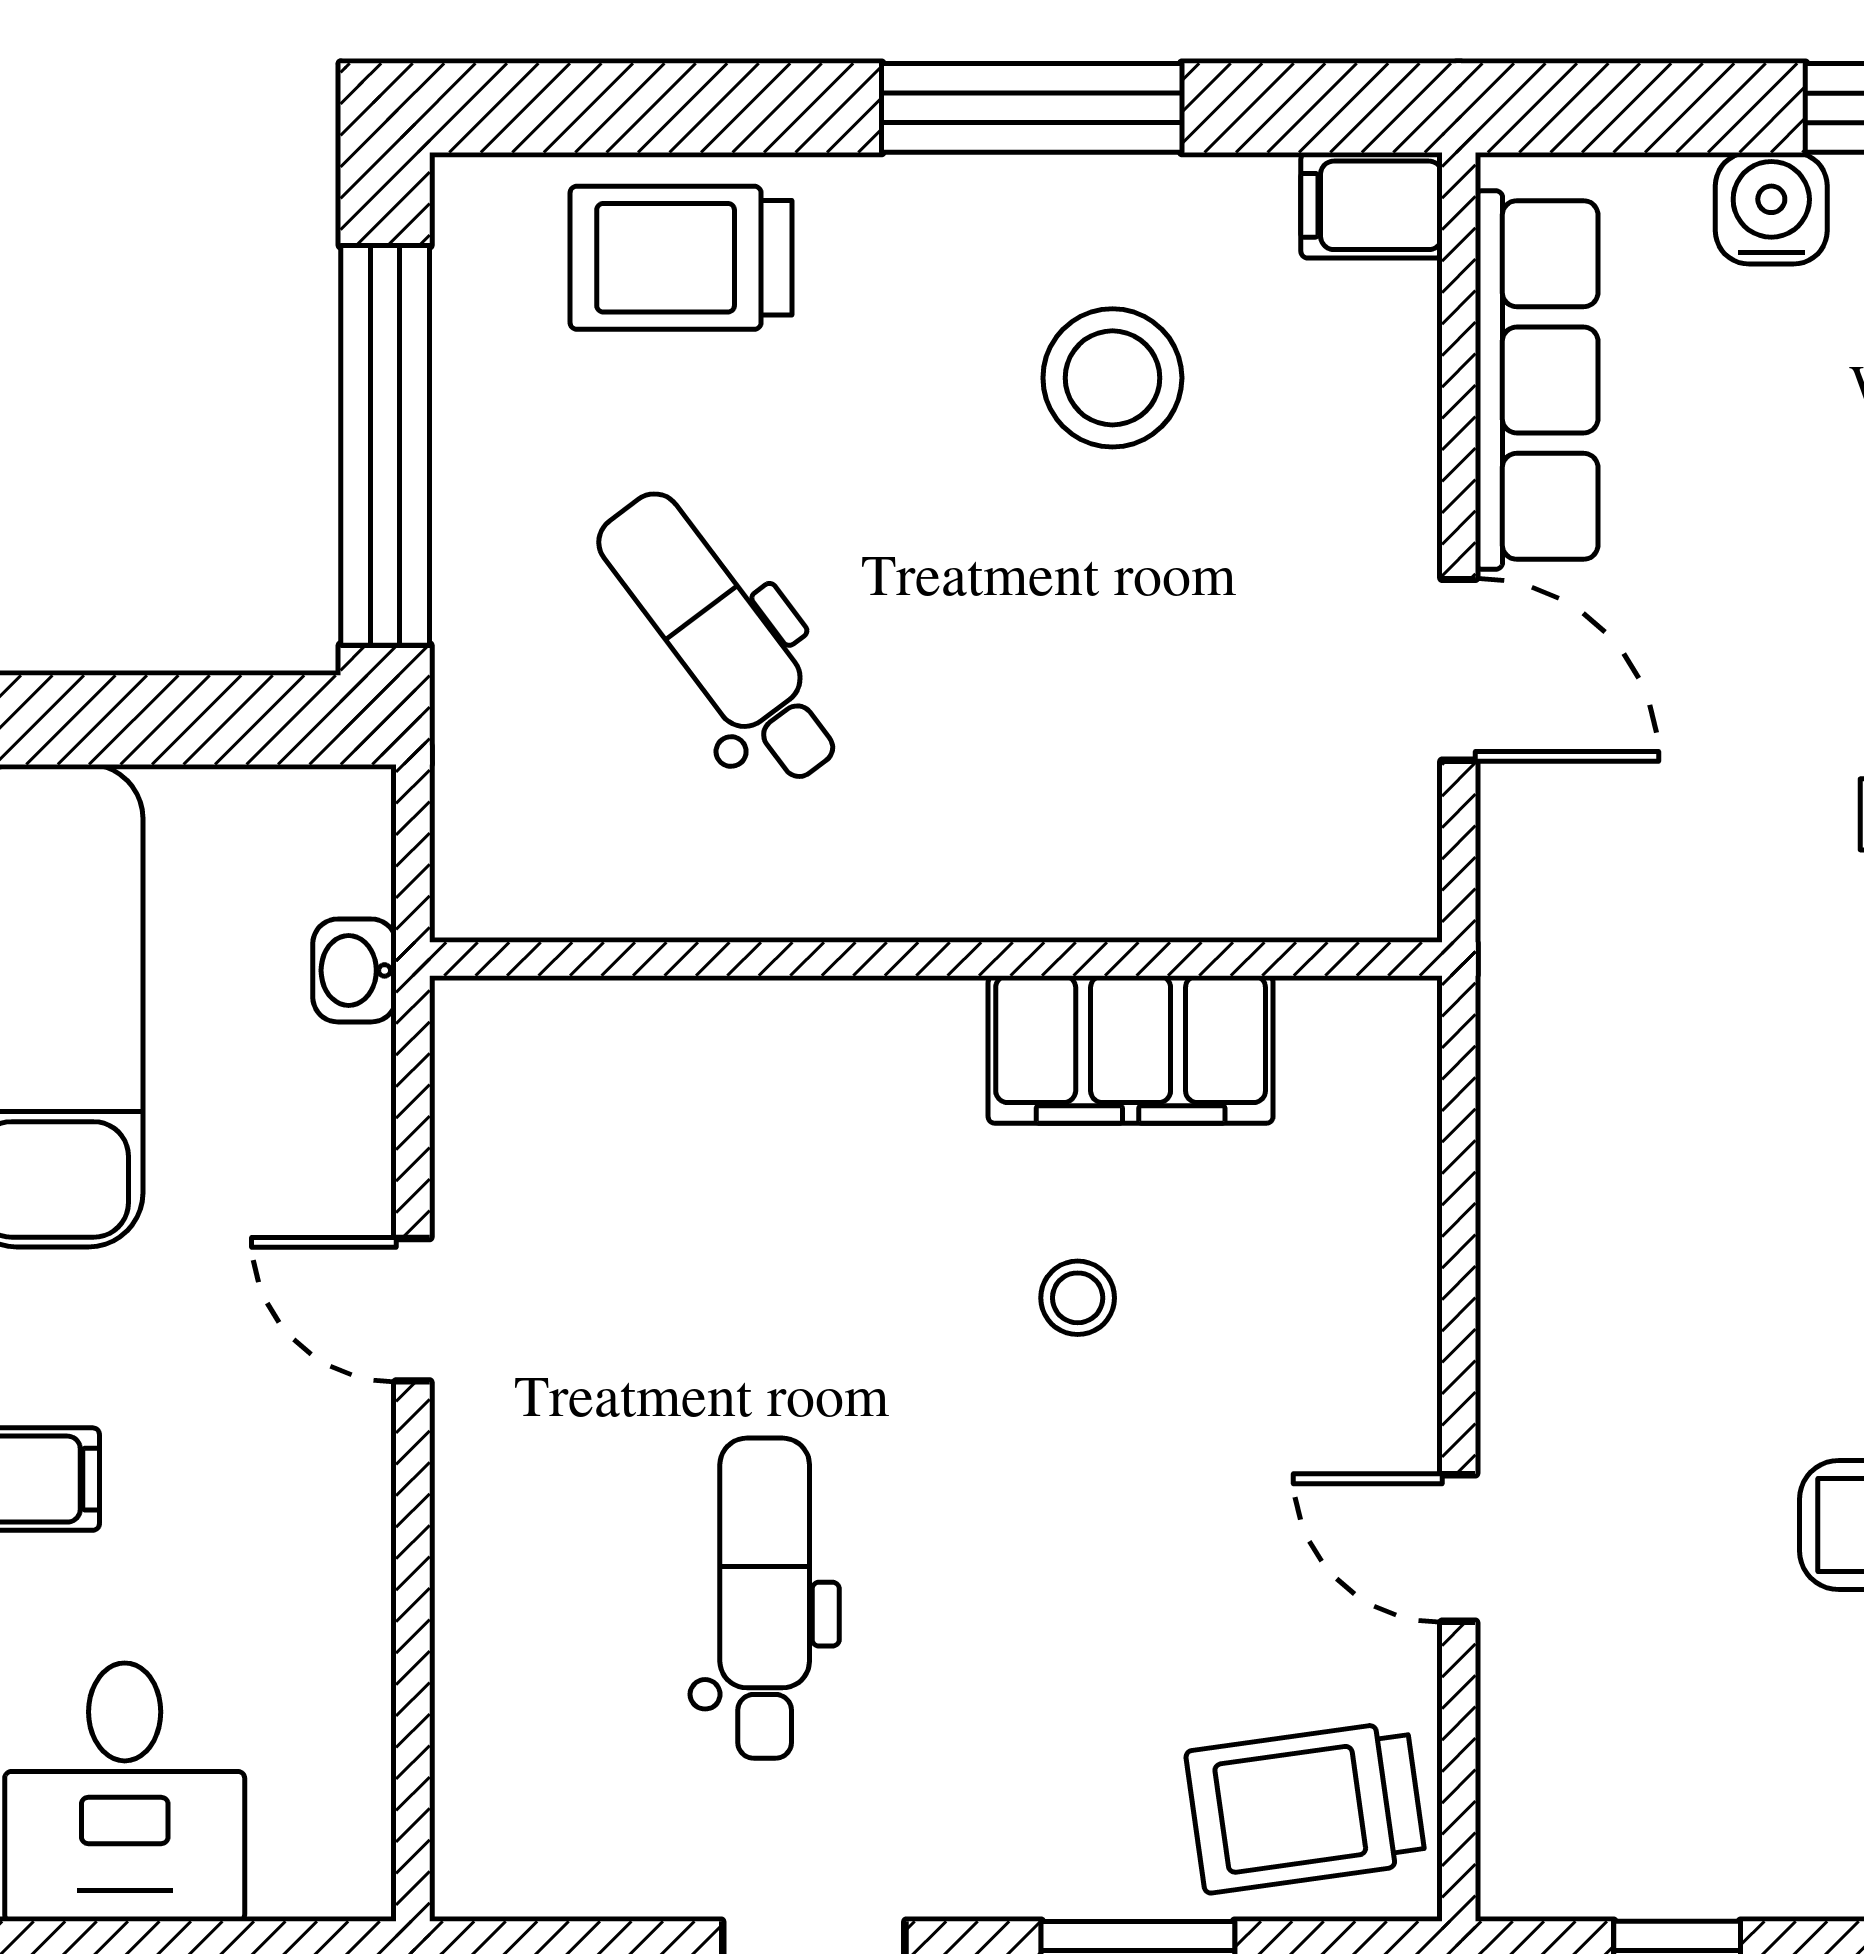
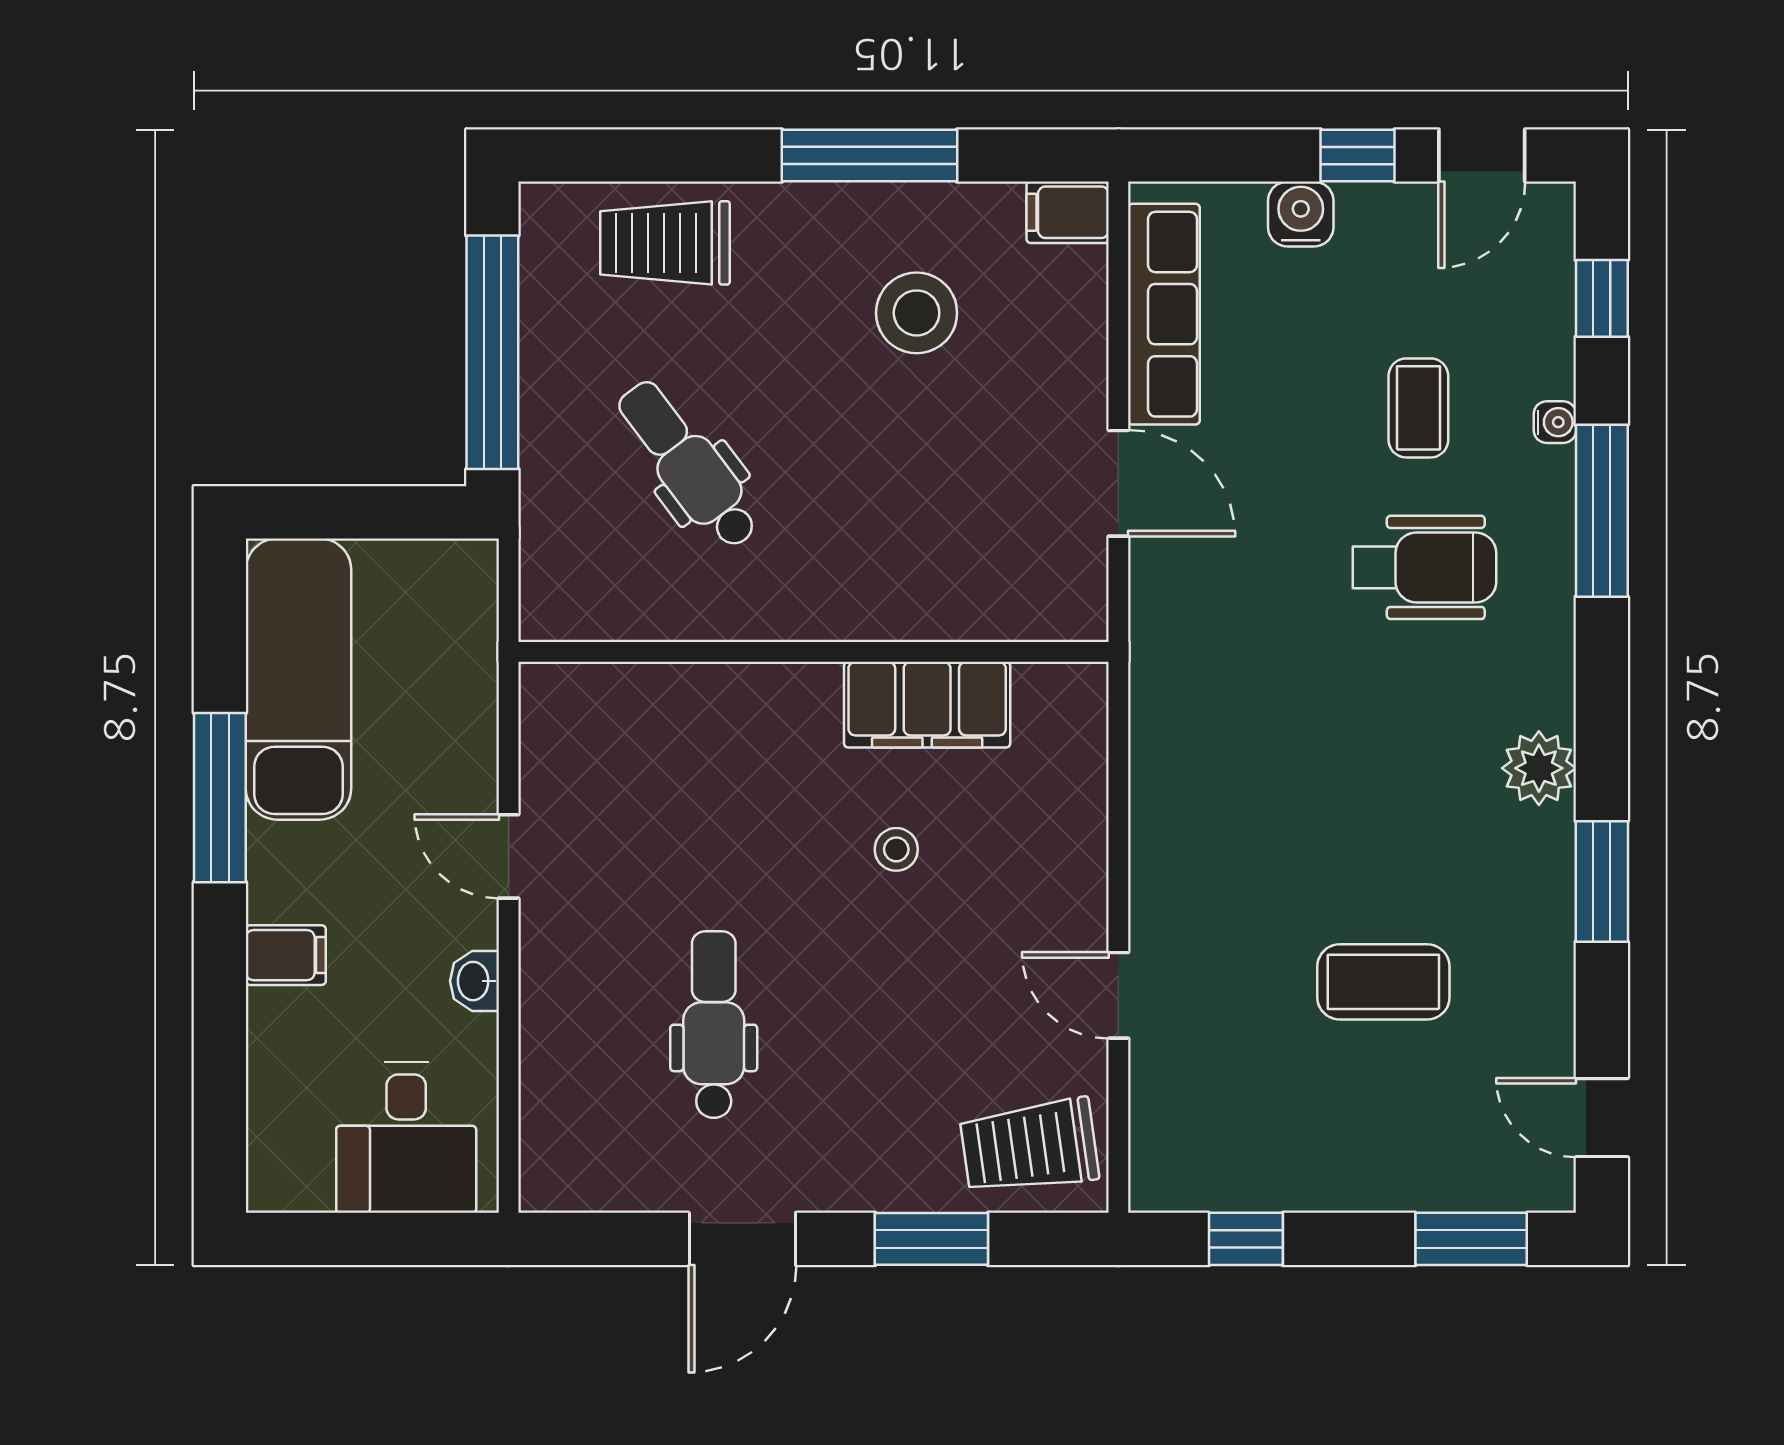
washbasin: (355, 970) -> (475, 981), moved
desk: (125, 1792) -> (406, 1138), moved

